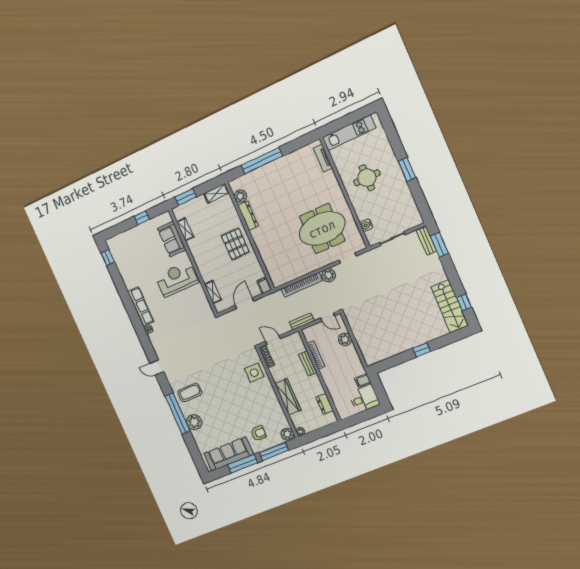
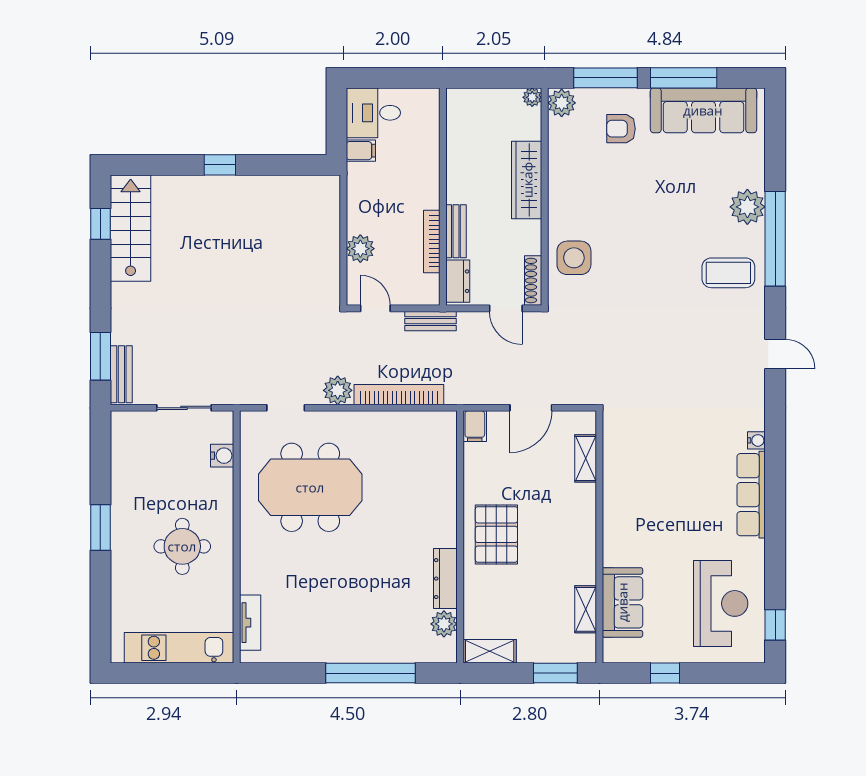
reception desk: (177, 279) -> (721, 603), moved, turned -90
dresser: (325, 404) -> (458, 281), moved

